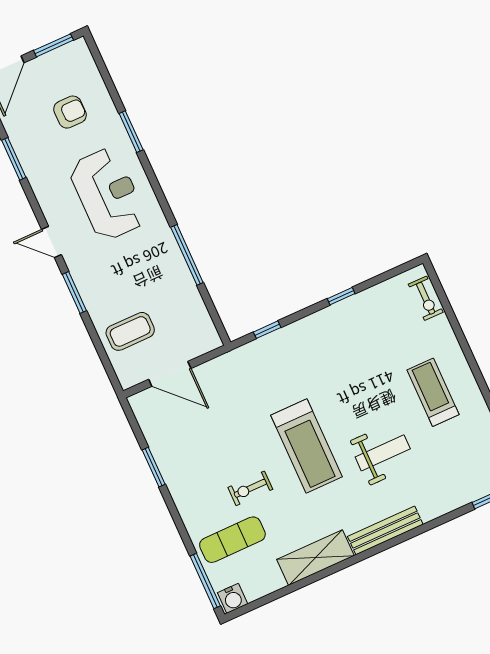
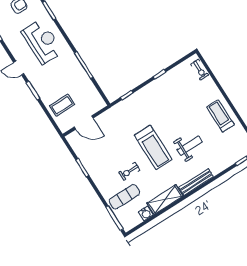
treadmill: (433, 392) -> (220, 116), moved
water cooler: (233, 598) -> (146, 213), moved

